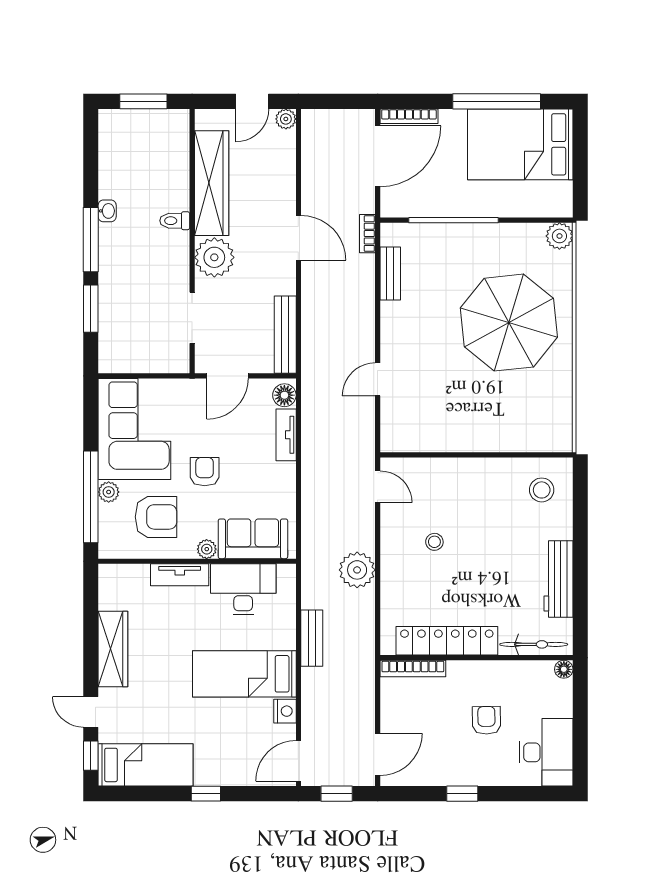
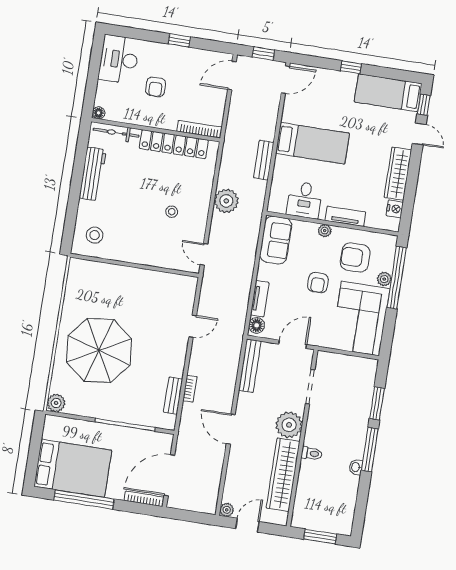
bookcase: (367, 234) -> (190, 389), moved
sofa: (253, 539) -> (276, 240), moved, turned -90
desk: (243, 589) -> (305, 200), width x0.73
nightstand: (285, 711) -> (395, 209), moved, turned 180

